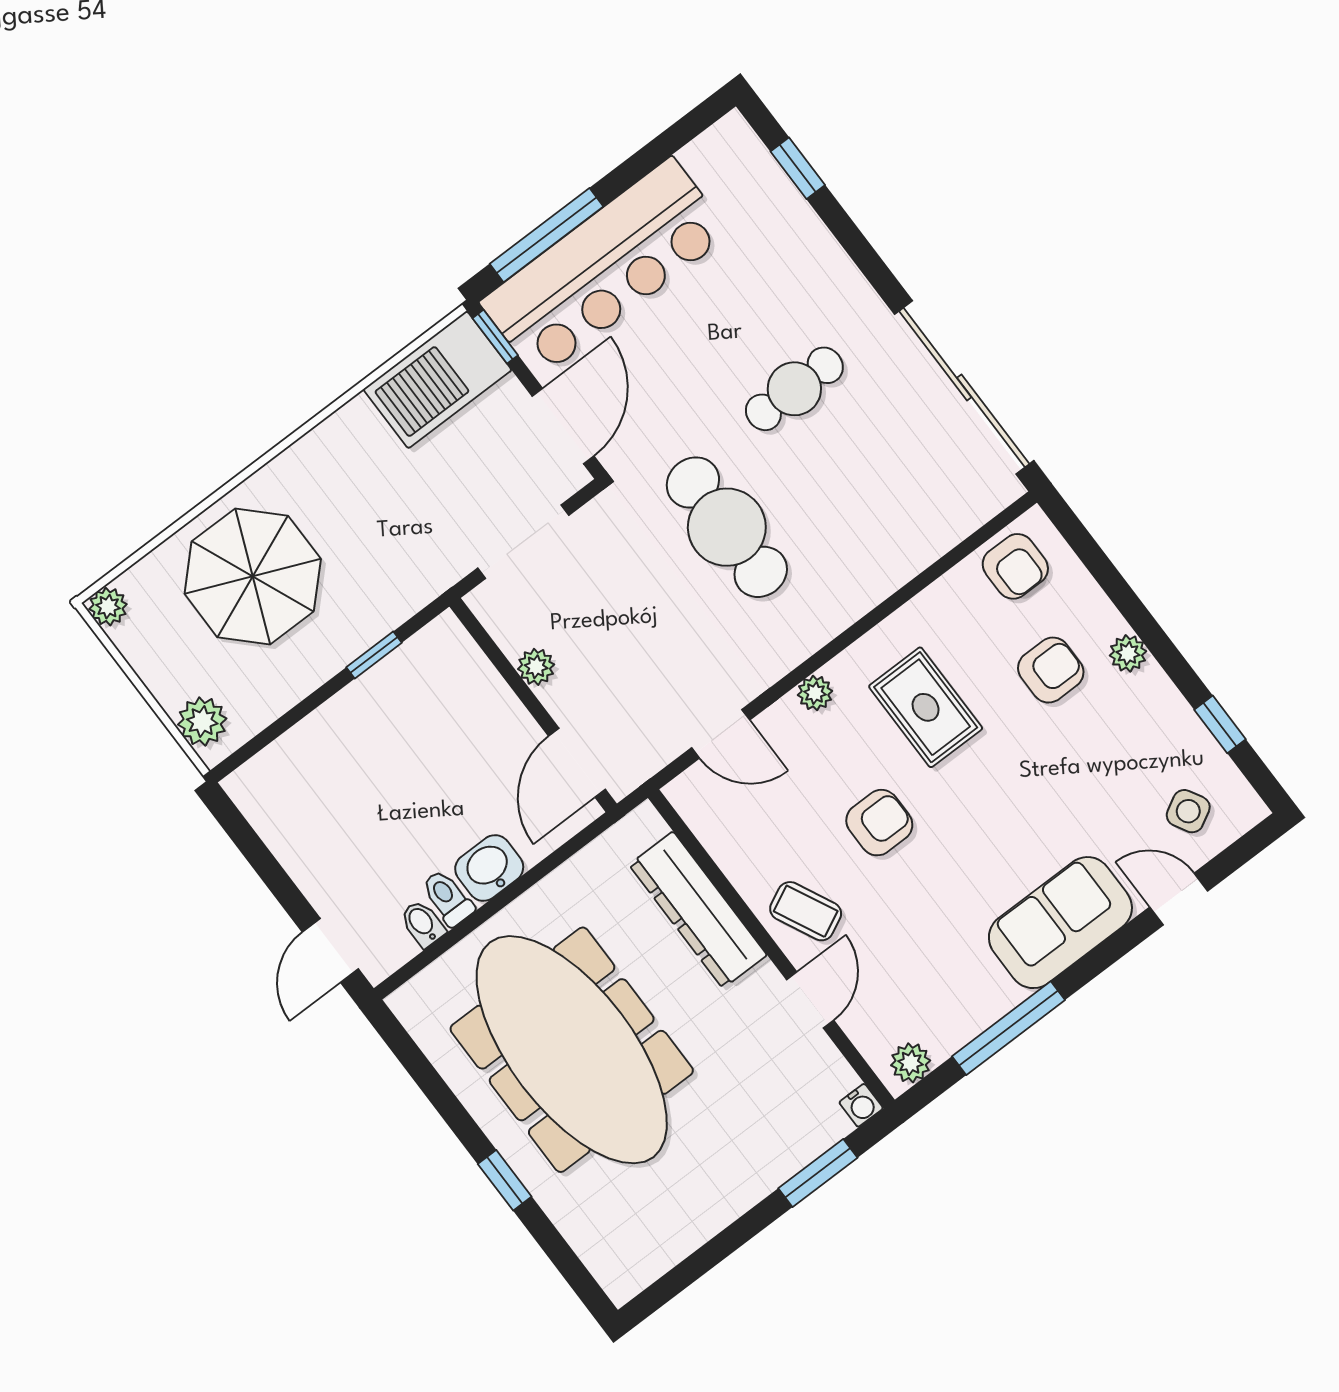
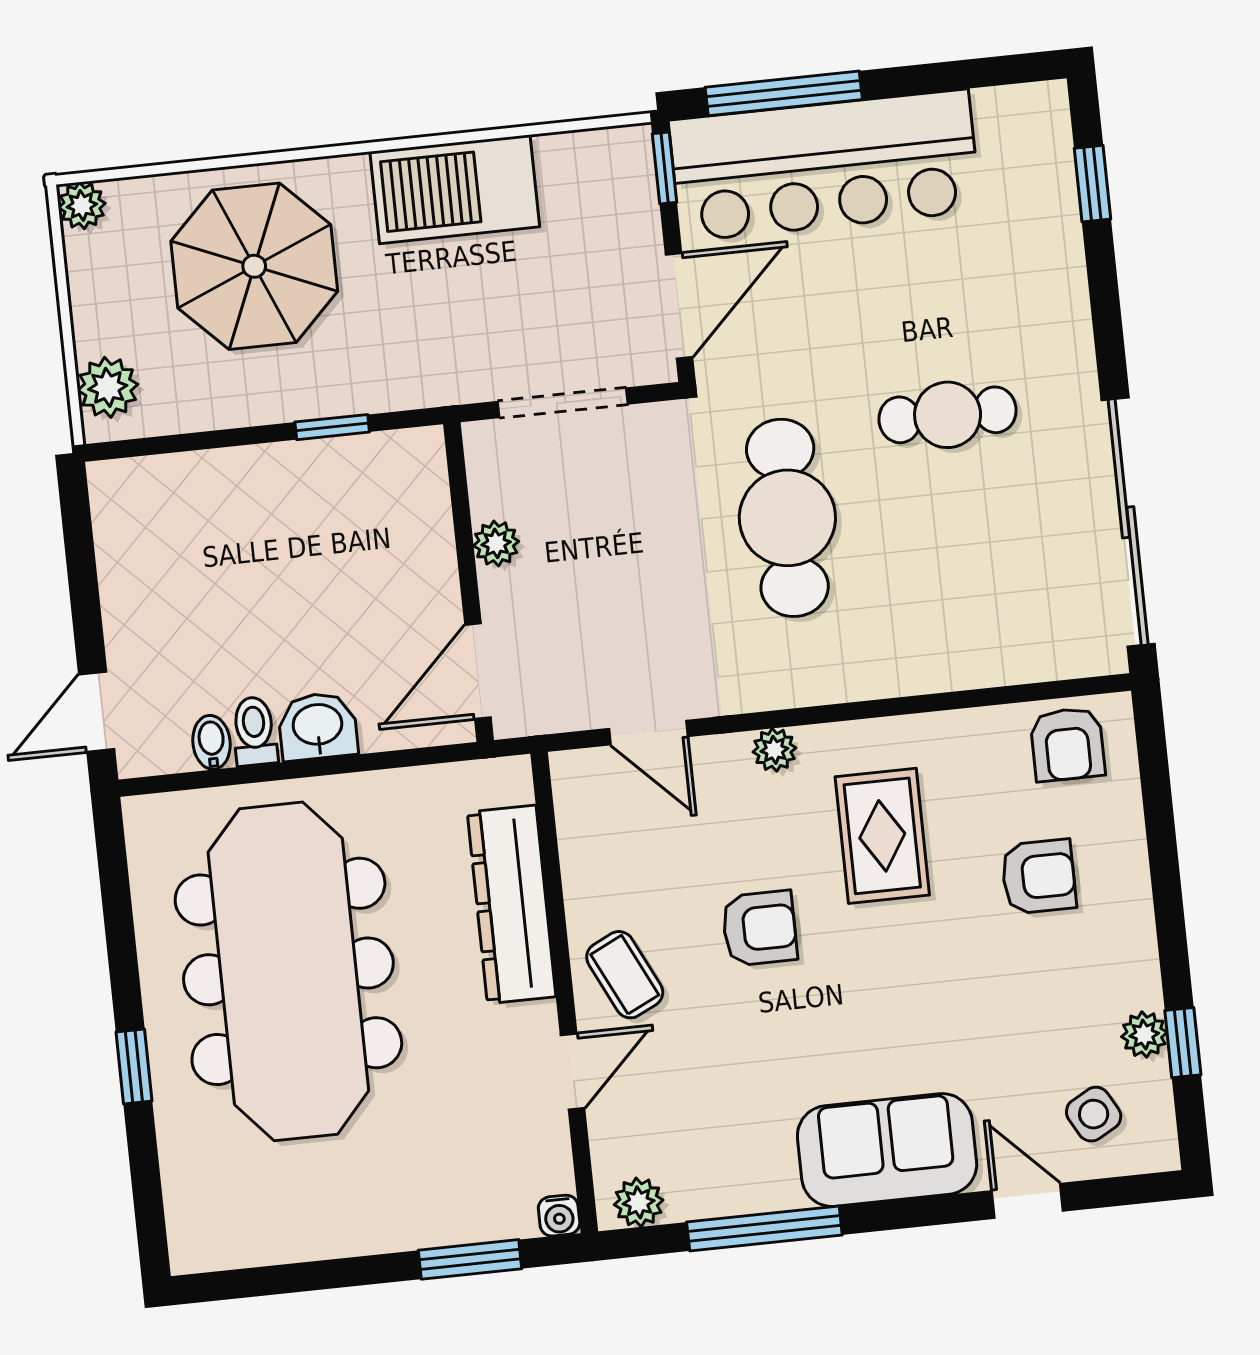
barbecue: (437, 380) -> (455, 189), moved
plant: (1128, 653) -> (1144, 1035), moved

